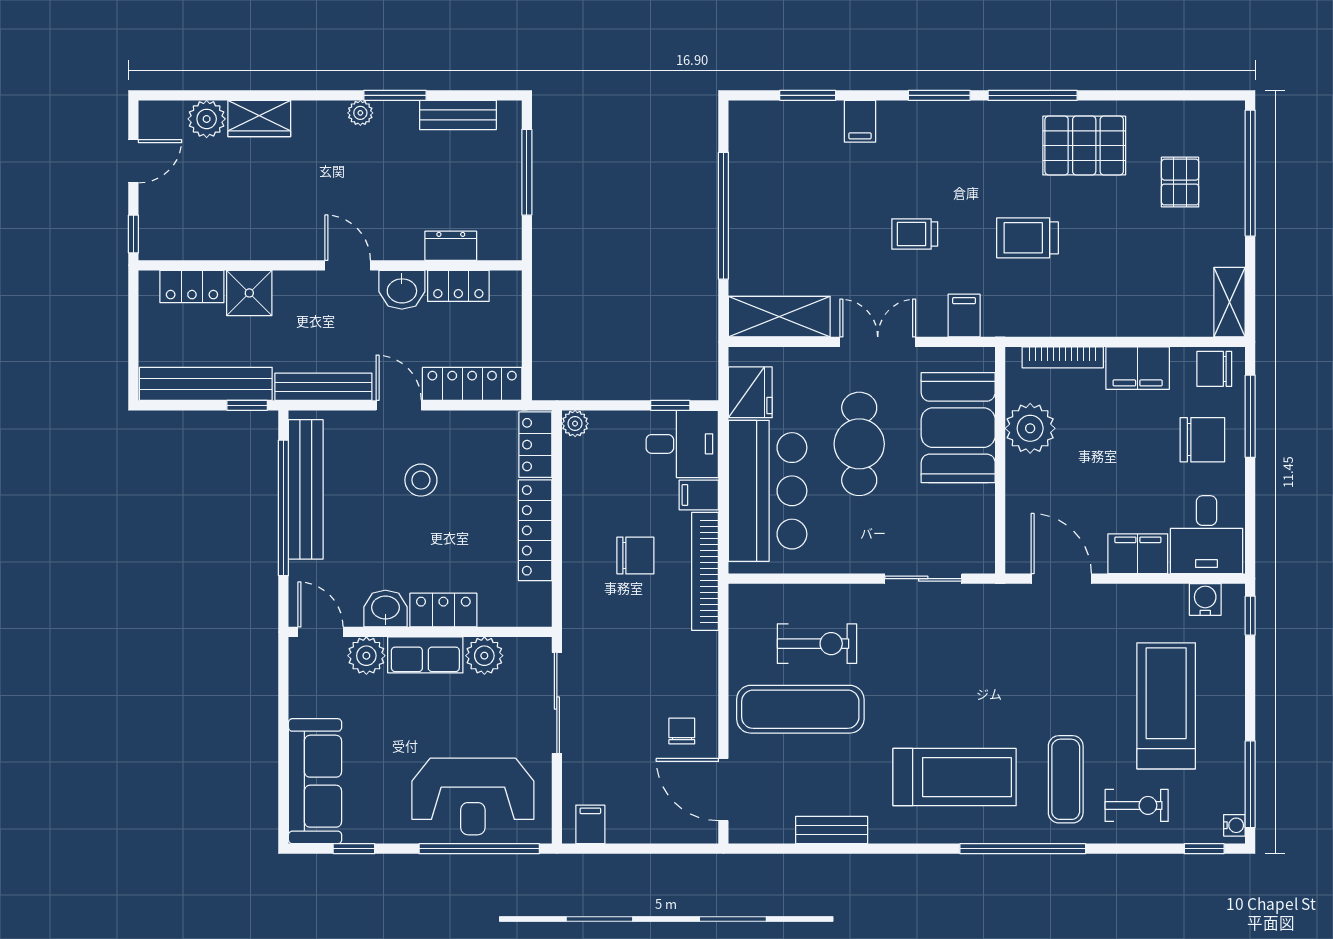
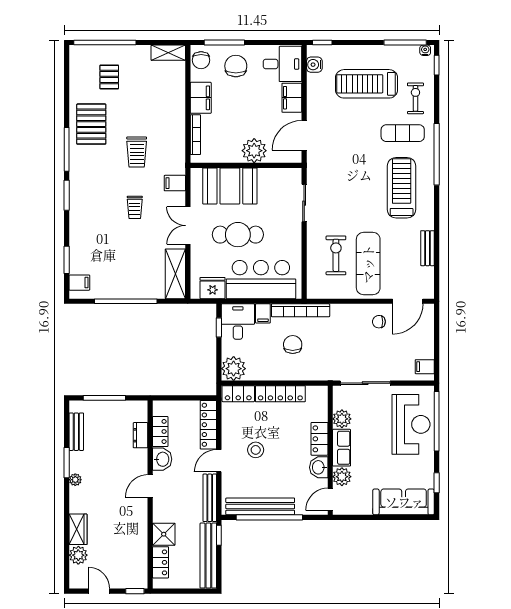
filing cabinet: (860, 121) -> (79, 283), moved
pallet: (1180, 182) -> (109, 77), turned 90
plant: (575, 424) -> (234, 369), width x1.88, depth x1.88
plant: (1030, 428) -> (254, 151), moved

